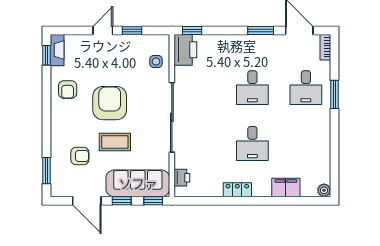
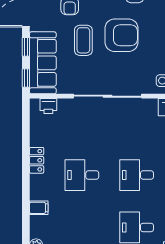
filing cabinet: (286, 188) -> (39, 208), width x0.50

